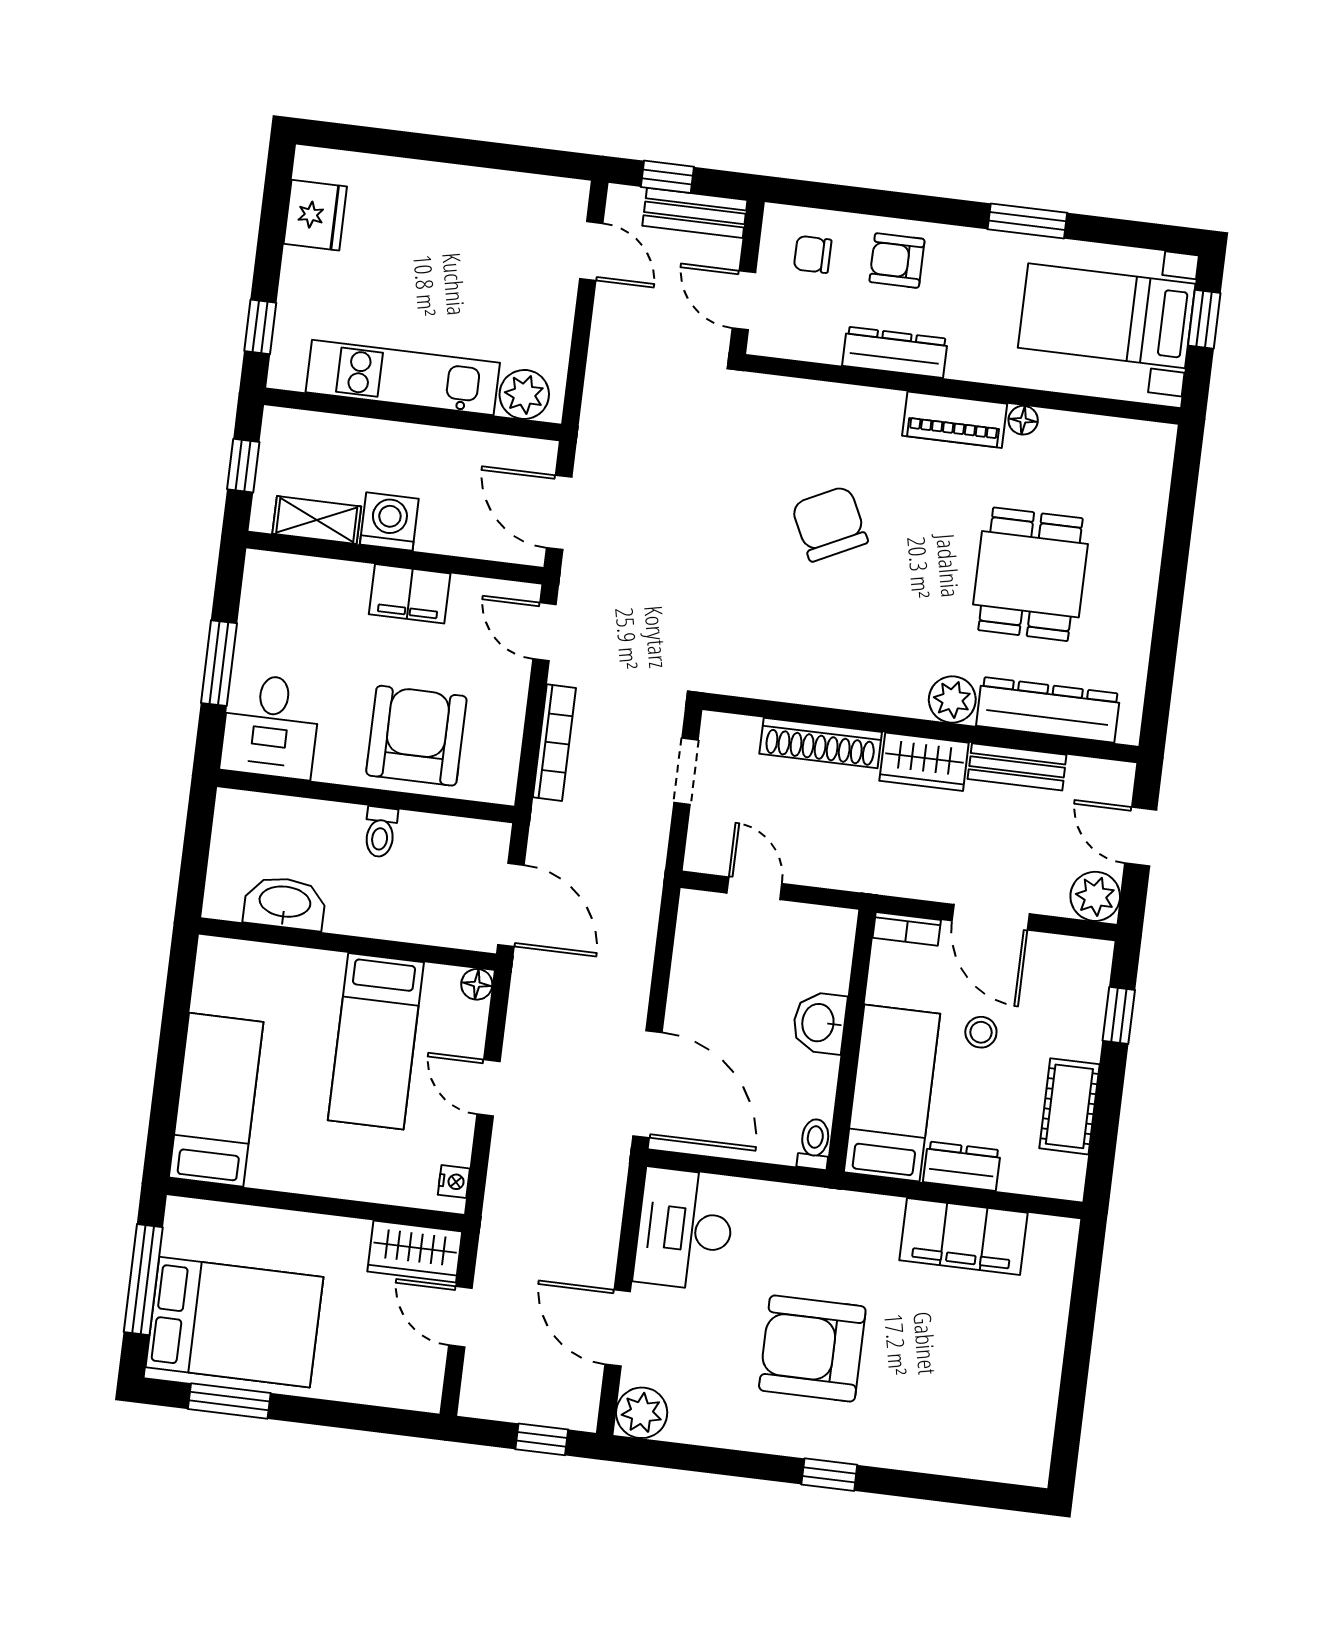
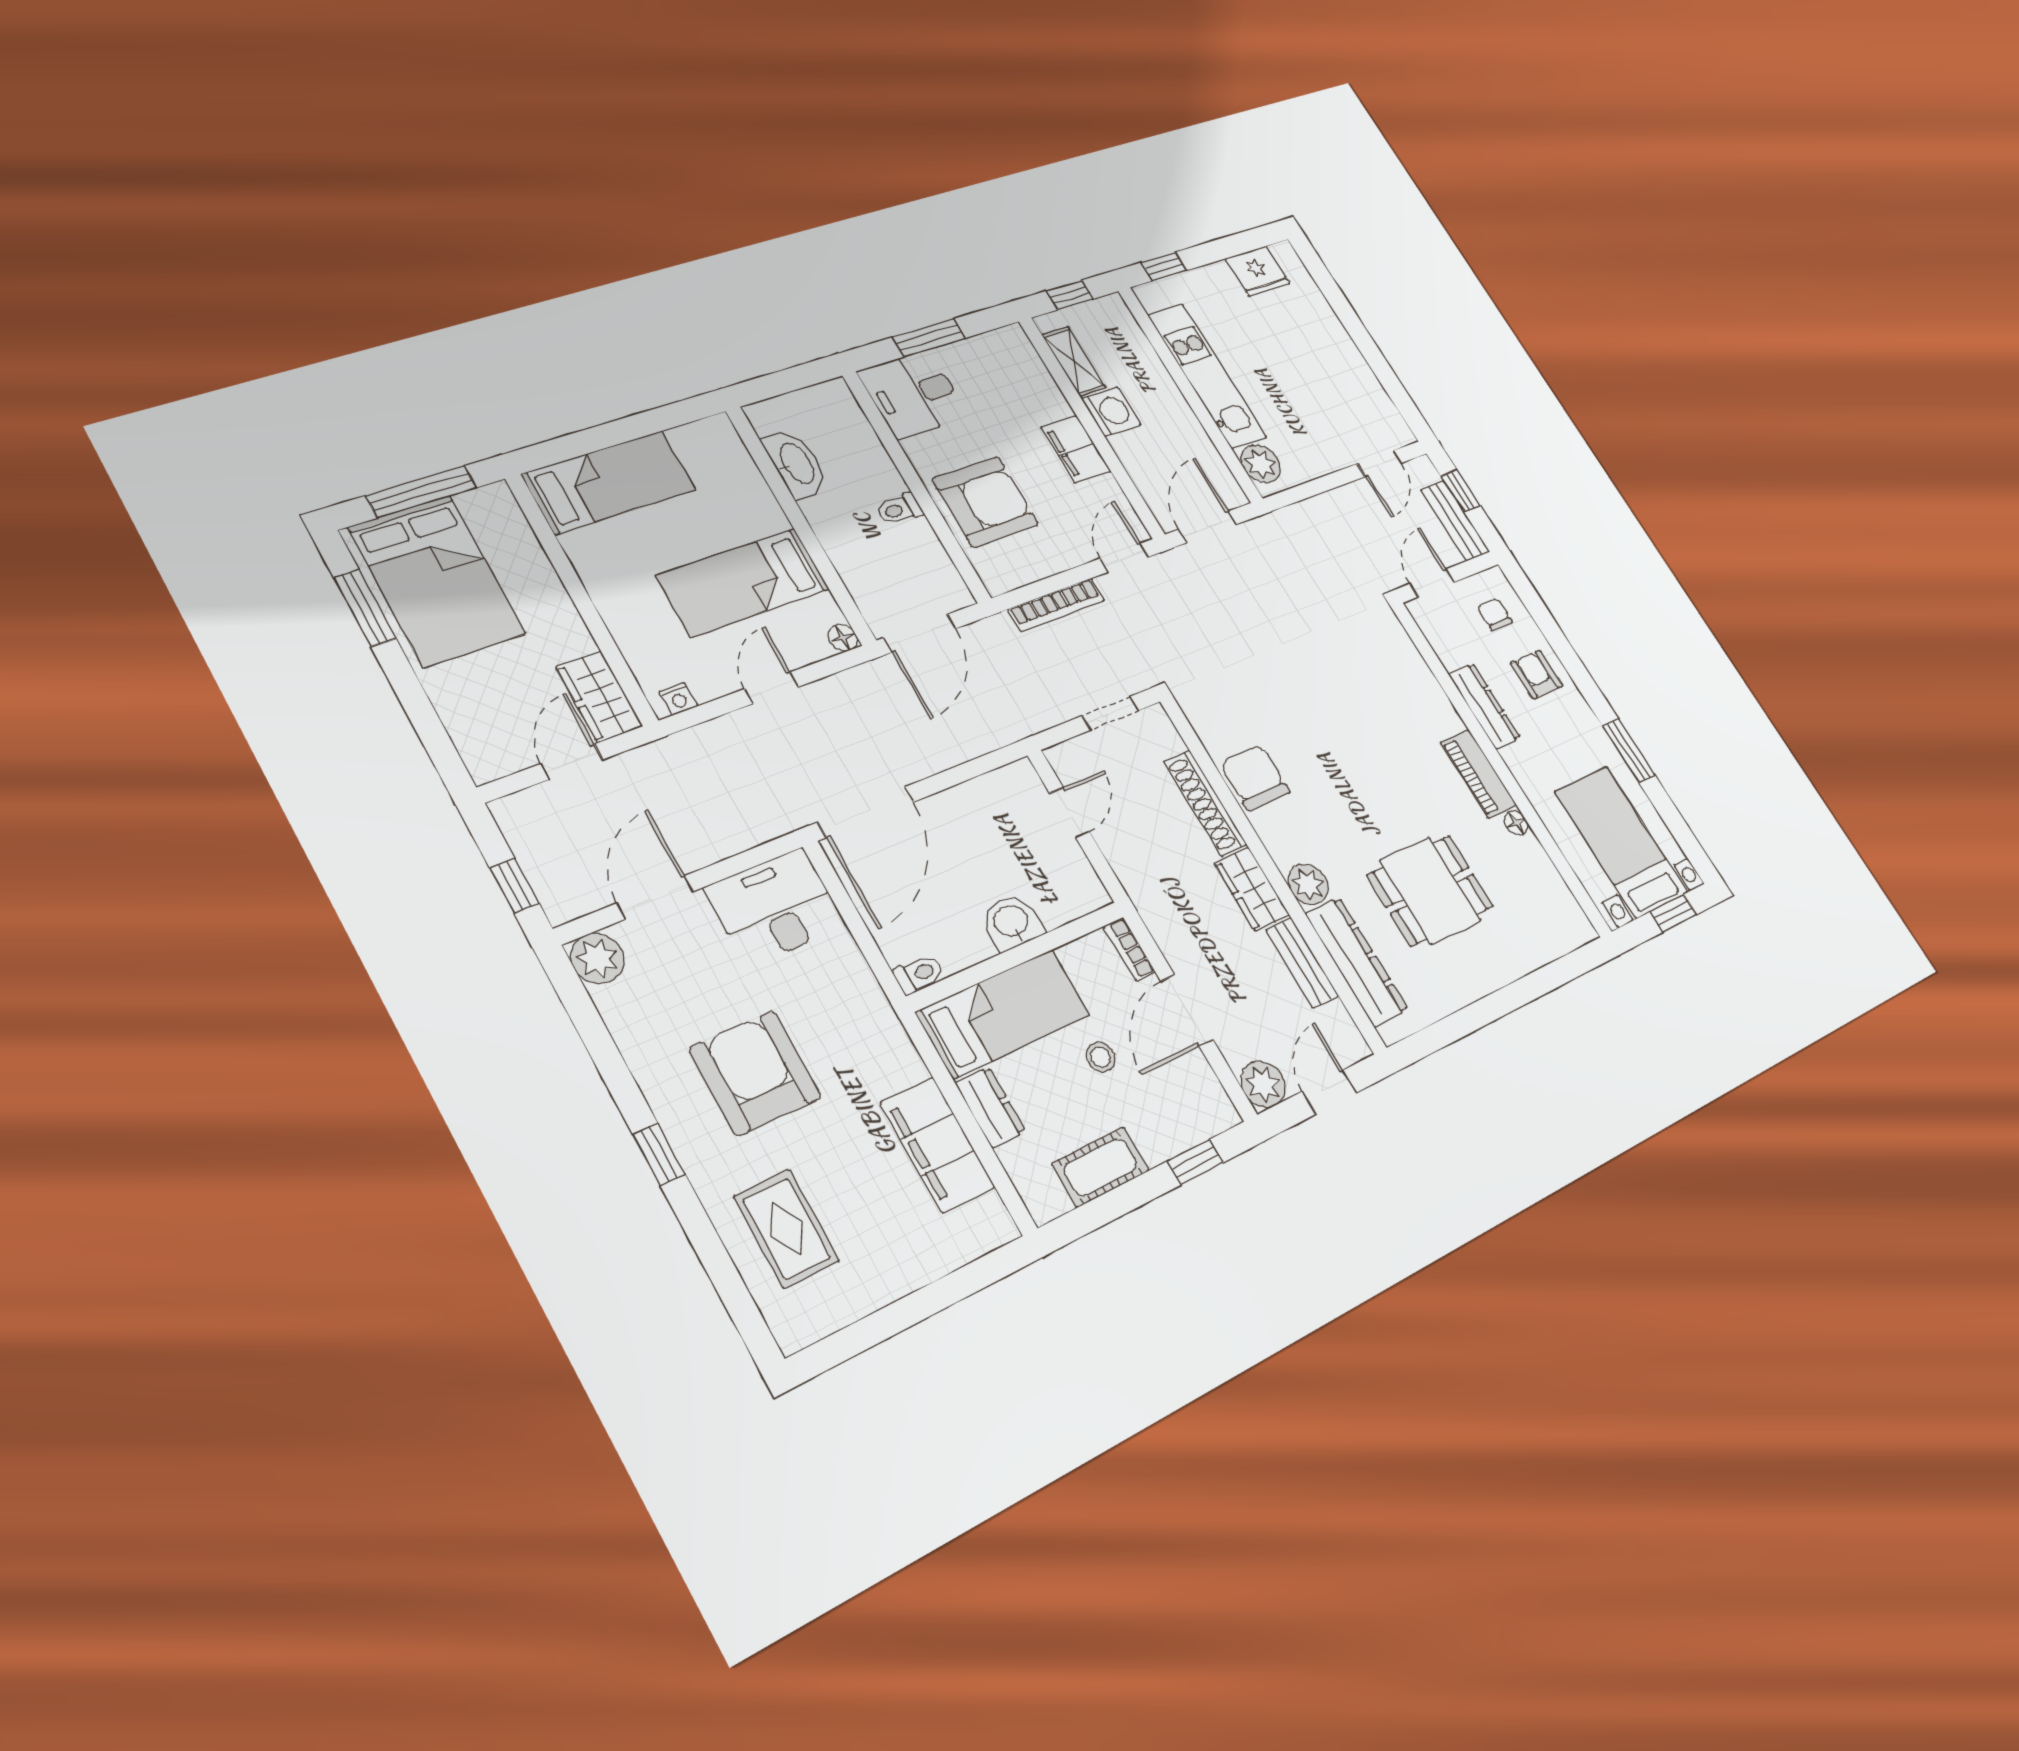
chair: (830, 524) -> (1255, 777), moved, turned -64
rug: (951, 1414) -> (786, 1229), added

